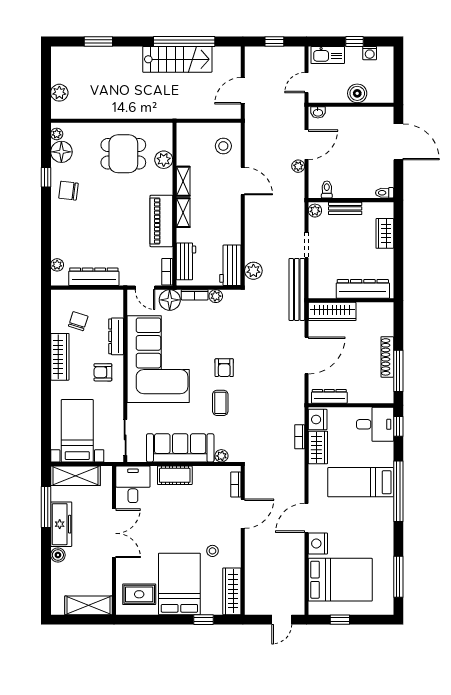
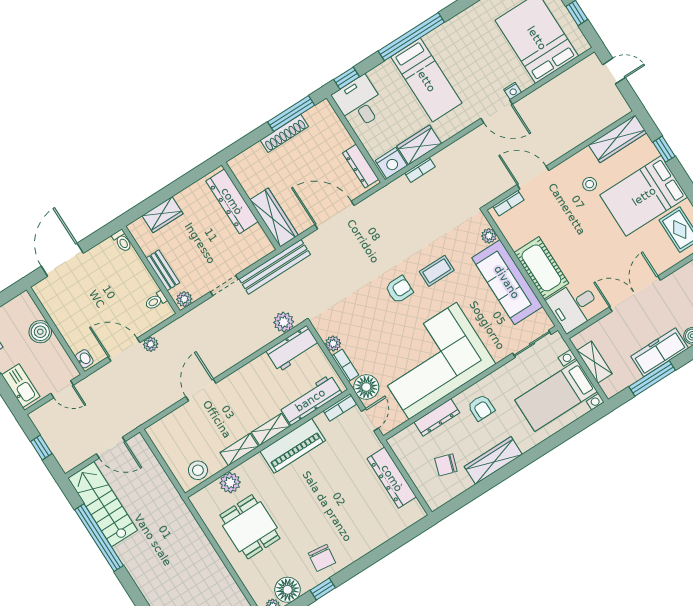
stairs: (177, 59) -> (103, 504), moved
stool: (223, 146) -> (198, 470), moved
workbench: (186, 261) -> (310, 400), width x1.38
plant: (57, 265) -> (403, 522), removed
cot: (175, 475) -> (541, 268), width x1.37, depth x1.34
shelving: (76, 476) -> (594, 362), width x0.67, depth x0.75
nightstand: (318, 543) -> (513, 91), width x0.53, depth x0.56

